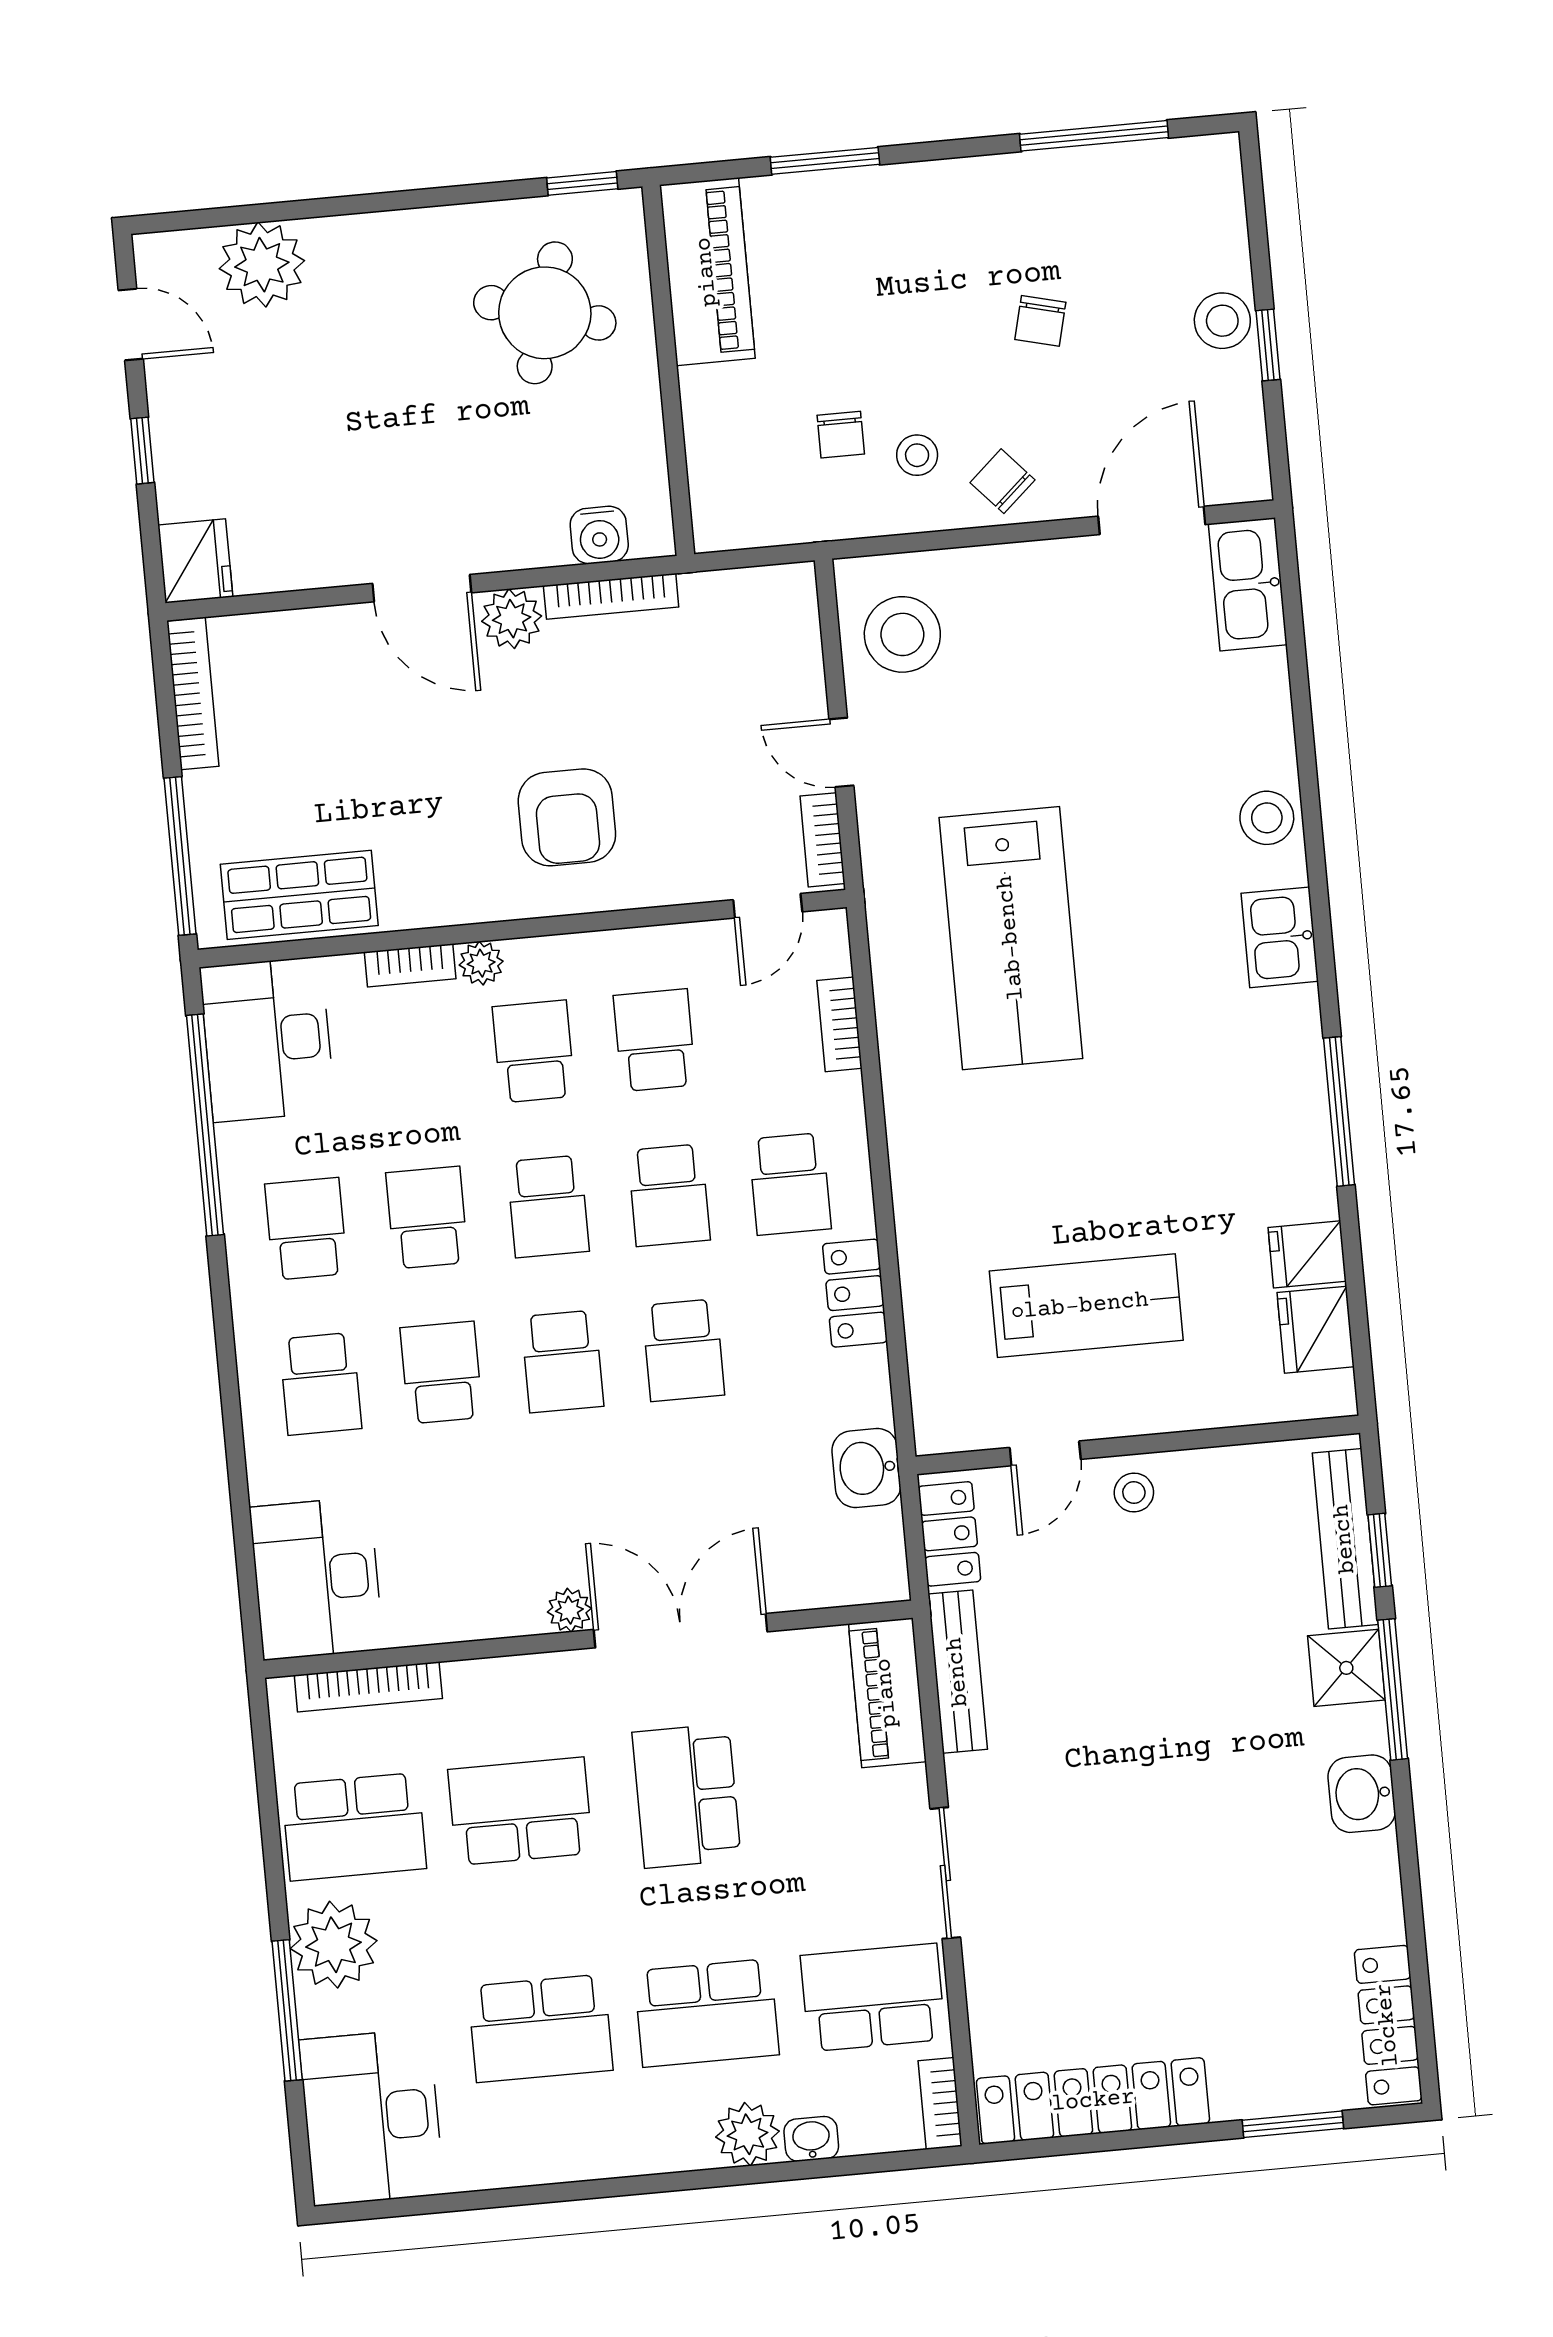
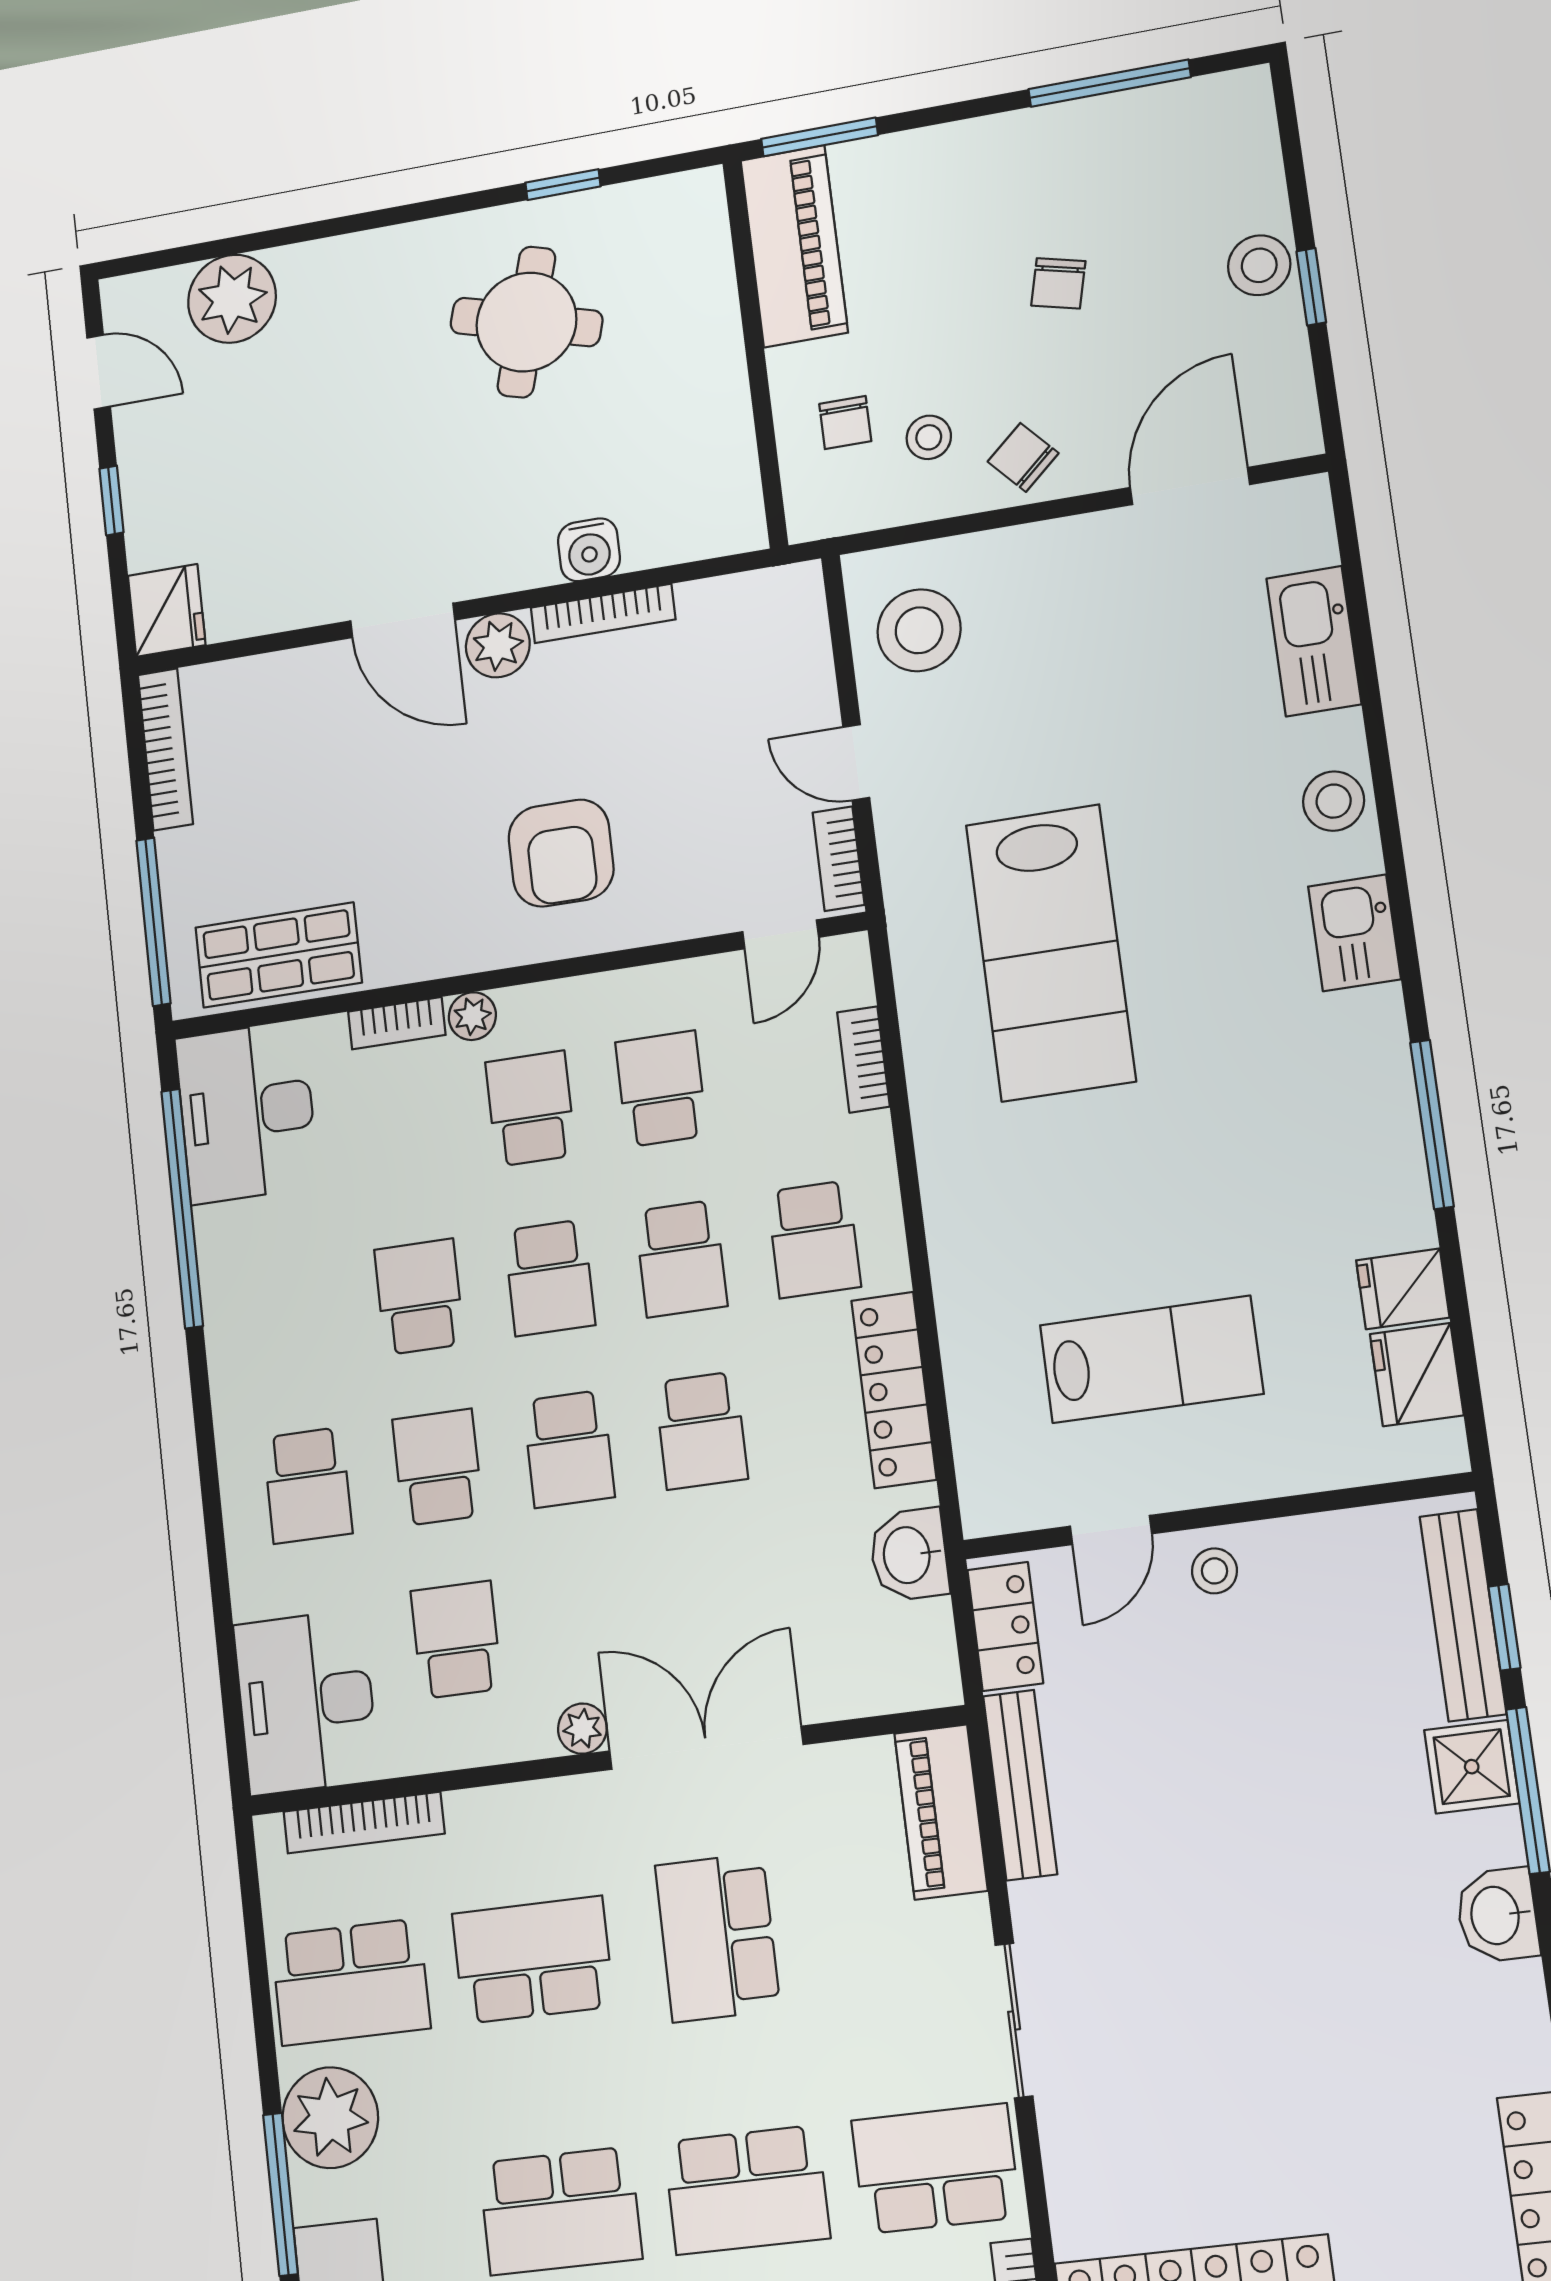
piano: (707, 272) -> (794, 246), moved
wall: (668, 370) -> (755, 353), moved
kitchen sink: (1248, 584) -> (1314, 641), moved
school desk: (306, 1229) -> (456, 1640), moved
locker: (855, 1293) -> (894, 1390), width x1.53

